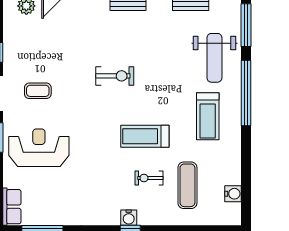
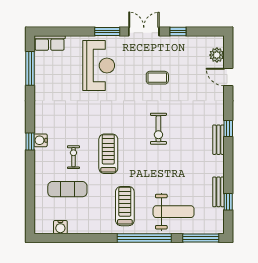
weight bench: (214, 58) -> (174, 212), turned 180
coffee table: (38, 91) -> (157, 78), moved, turned 90
treadmill: (208, 116) -> (125, 206), turned 90

